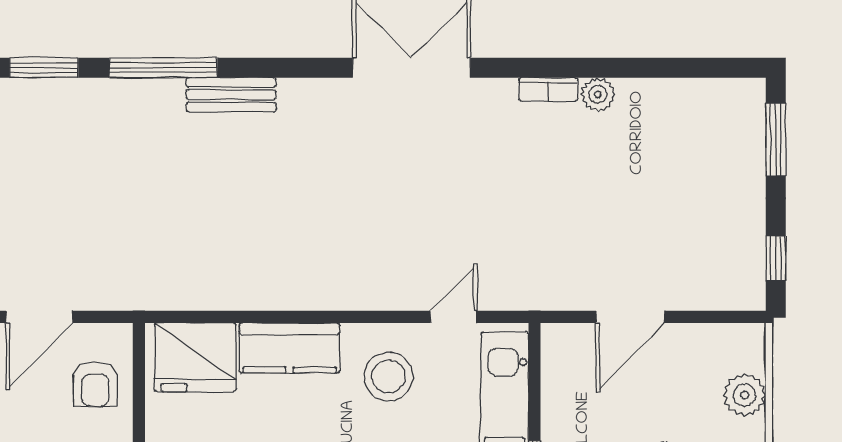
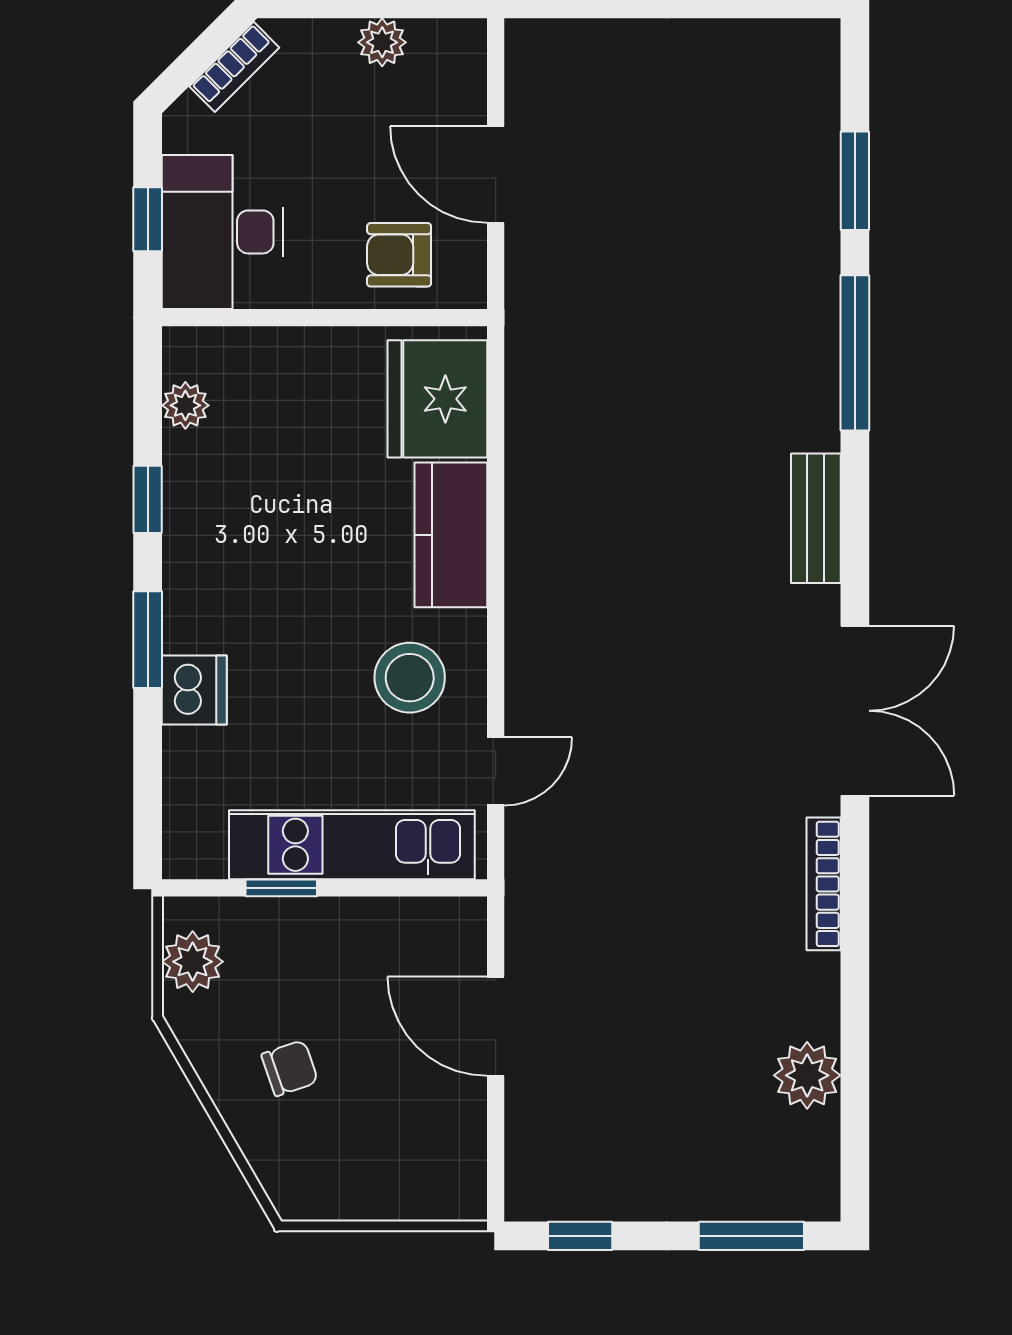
bookcase: (548, 89) -> (824, 884), width x1.56
plant: (598, 94) -> (807, 1075), moved, width x1.38, depth x1.38
bench: (231, 95) -> (816, 518), moved
door: (454, 317) -> (496, 771), hinge flipped
plant: (745, 395) -> (383, 1191), removed

